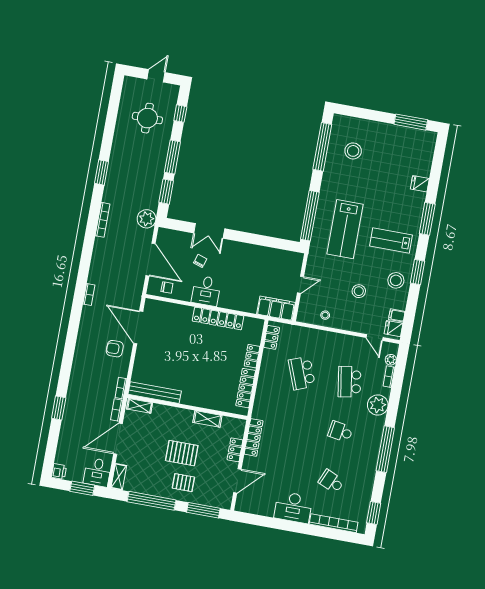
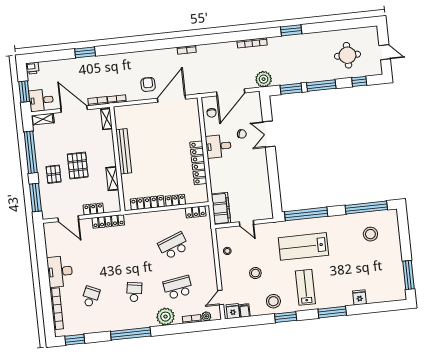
bench: (155, 393) -> (124, 151), moved

